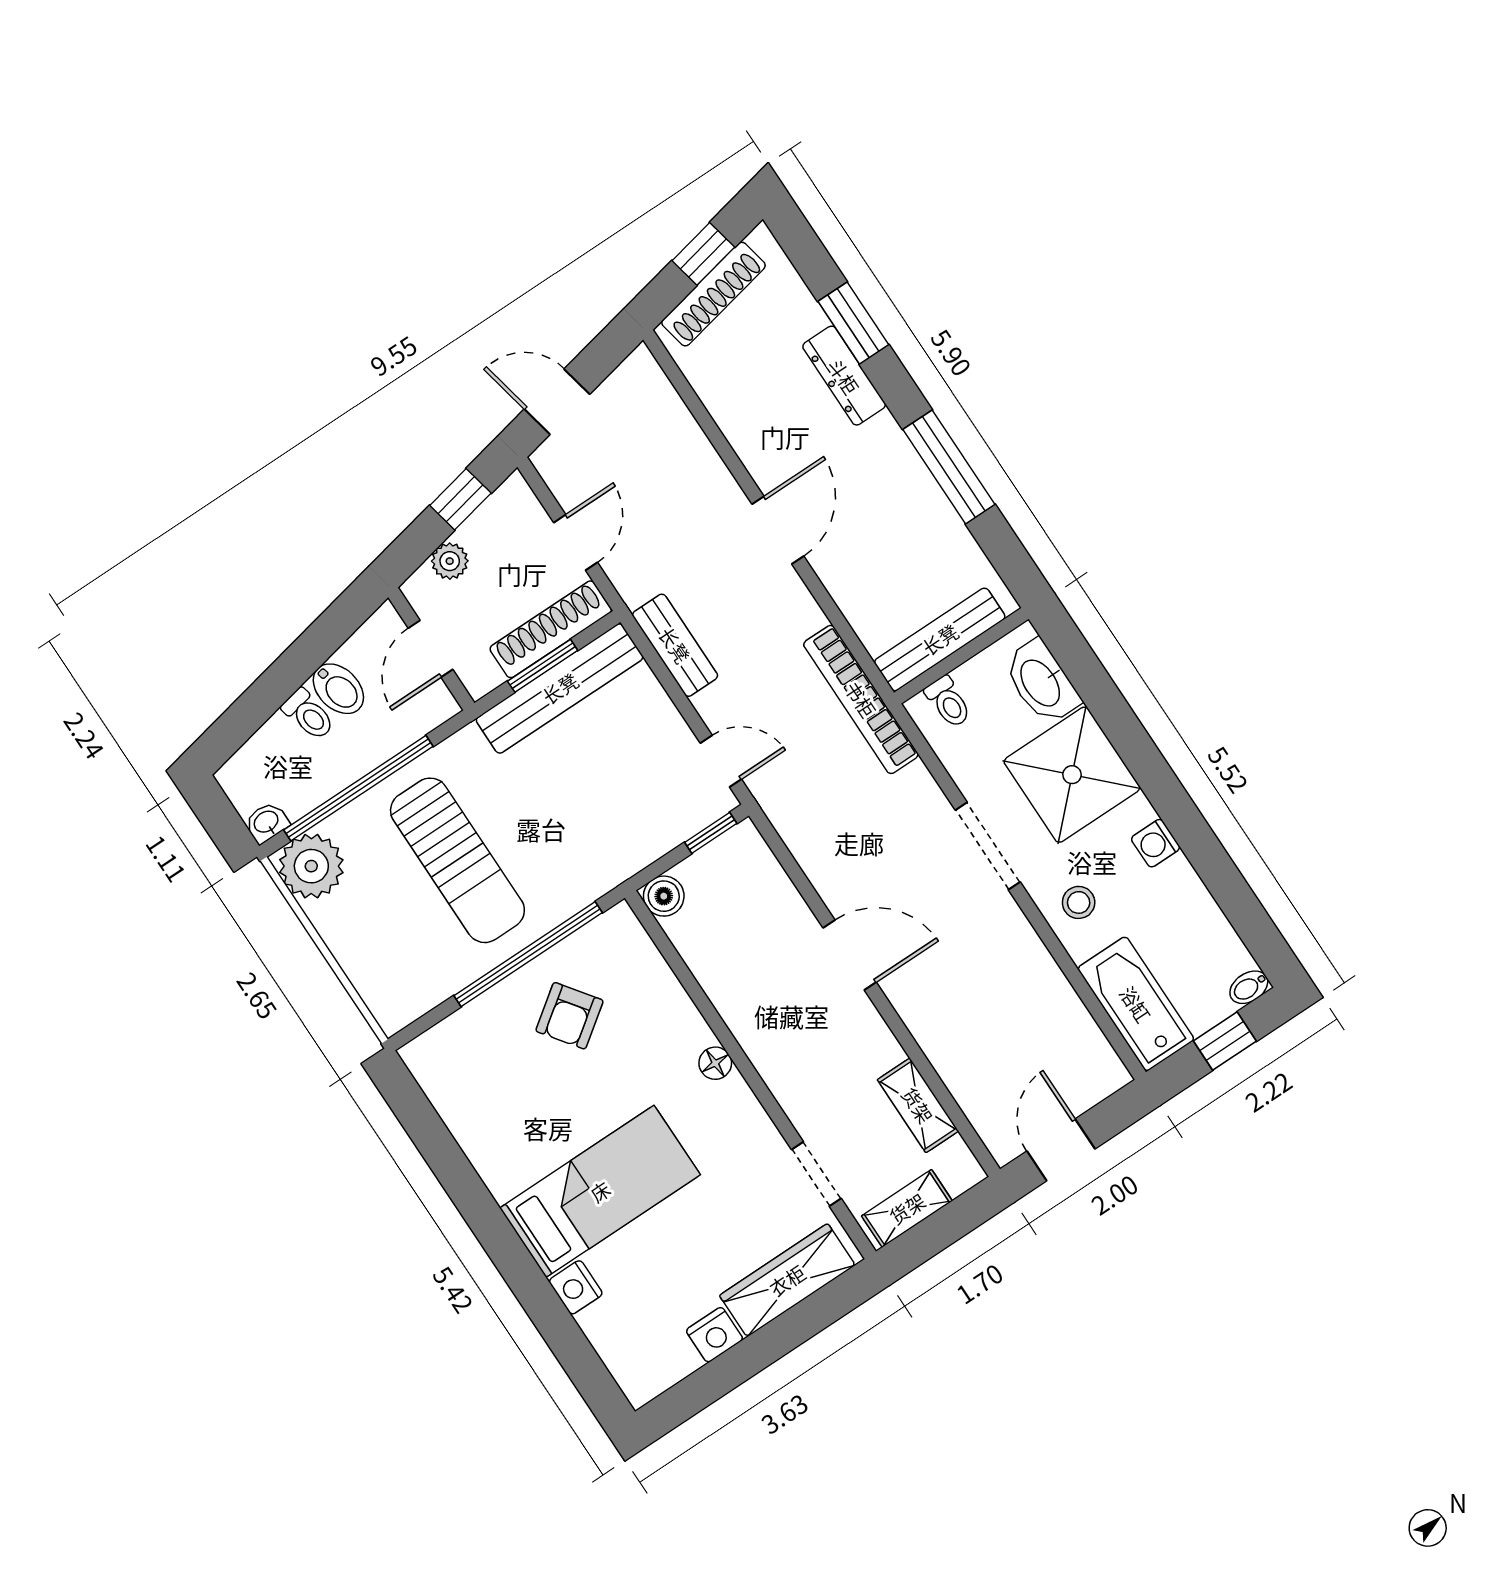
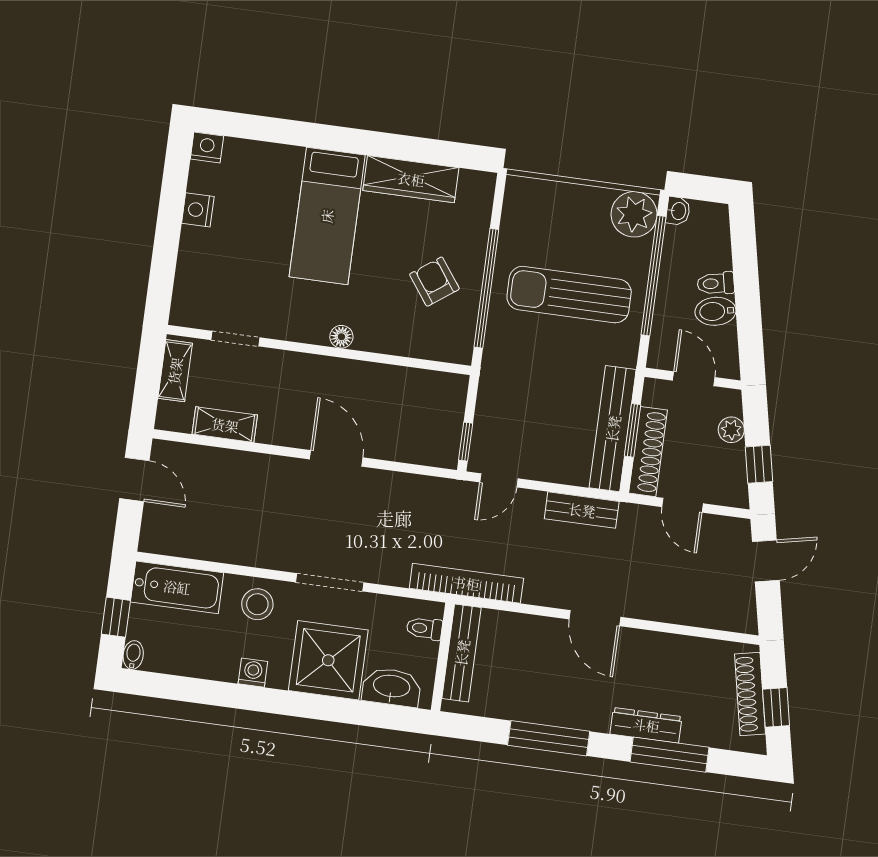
window: (853, 323) -> (669, 755), width x1.44
boiler: (664, 896) -> (454, 387), removed
stool: (1079, 902) -> (257, 604), width x1.37, depth x1.37
door: (850, 955) -> (336, 458), swing flipped
wardrobe: (787, 1280) -> (411, 179), moved, turned 90
nightstand: (576, 1287) -> (207, 147), moved

